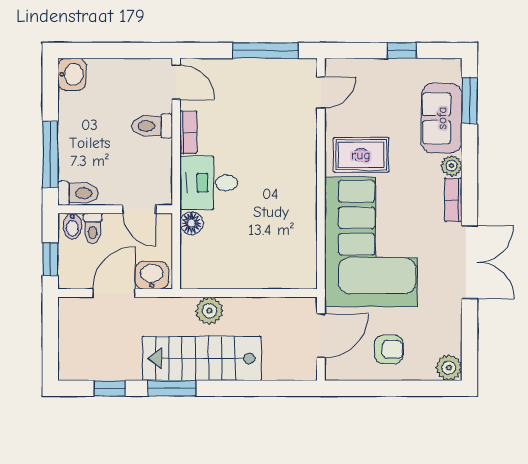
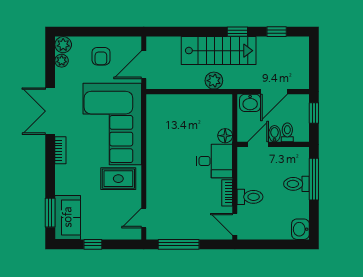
sofa: (442, 118) -> (68, 217), moved
plant: (451, 166) -> (62, 61), moved
toilet: (78, 193) -> (296, 184), moved
door: (139, 209) -> (258, 144), hinge flipped
bidet: (72, 226) -> (275, 134), moved
armchair: (389, 349) -> (101, 56), turned -90
window: (172, 388) -> (237, 32), width x0.67

